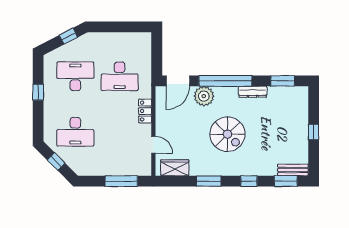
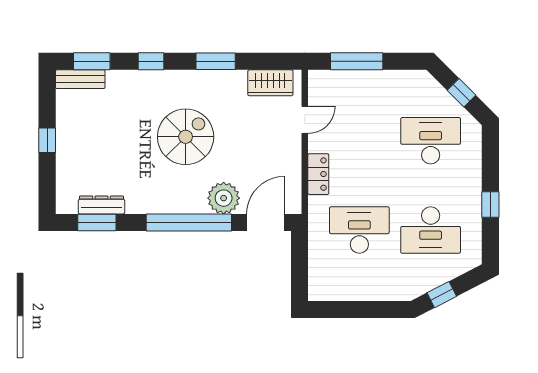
dresser: (253, 92) -> (102, 205), moved
spiral stairs: (227, 134) -> (186, 137), turned 90
door: (153, 145) -> (305, 120), swing flipped

